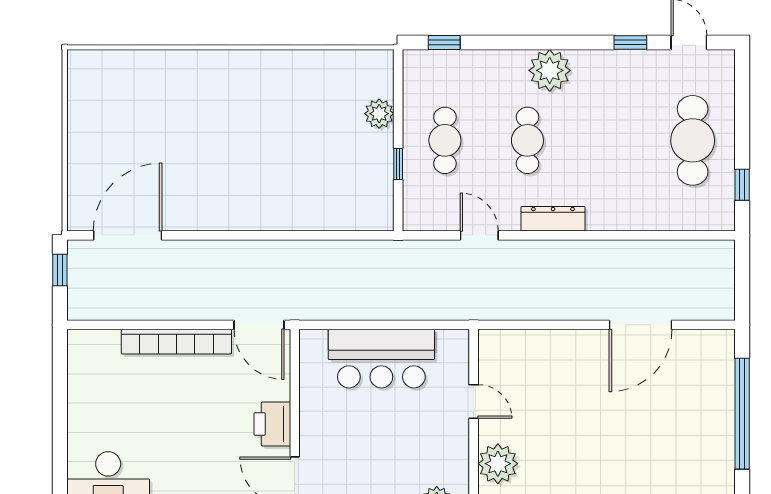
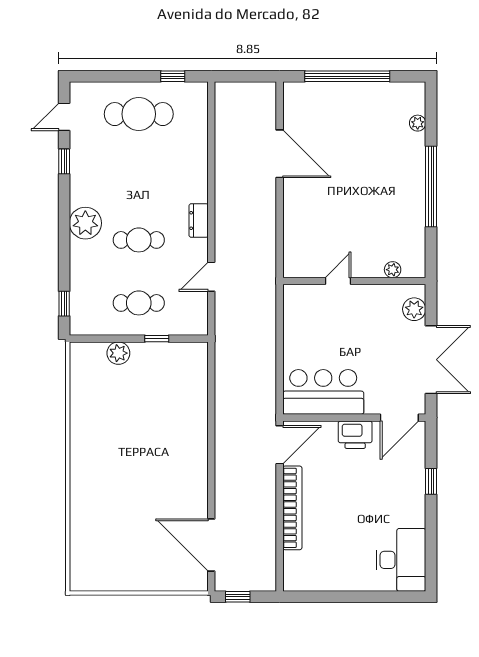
dresser: (553, 219) -> (199, 221), width x0.70
bar counter: (381, 359) -> (323, 392), moved, turned -90
plant: (498, 464) -> (393, 270), width x0.53, depth x0.53

